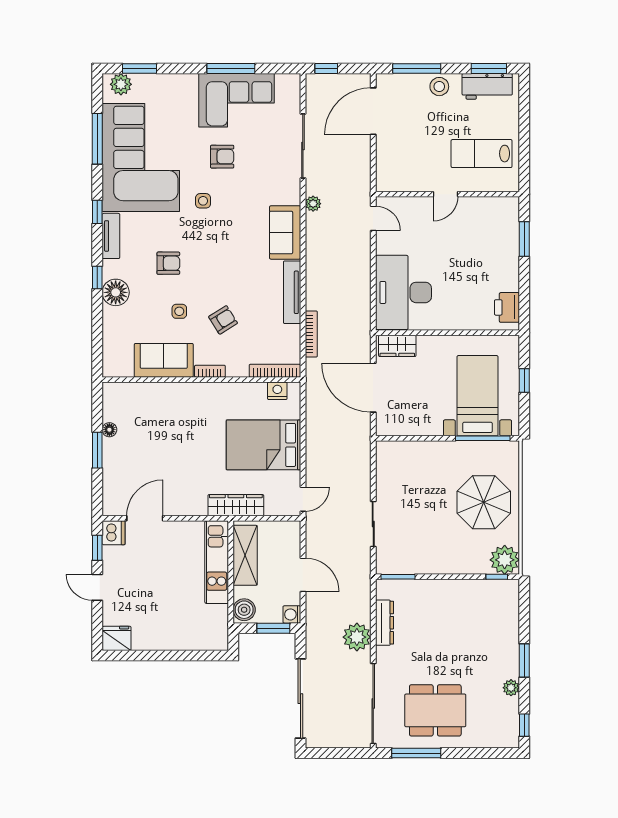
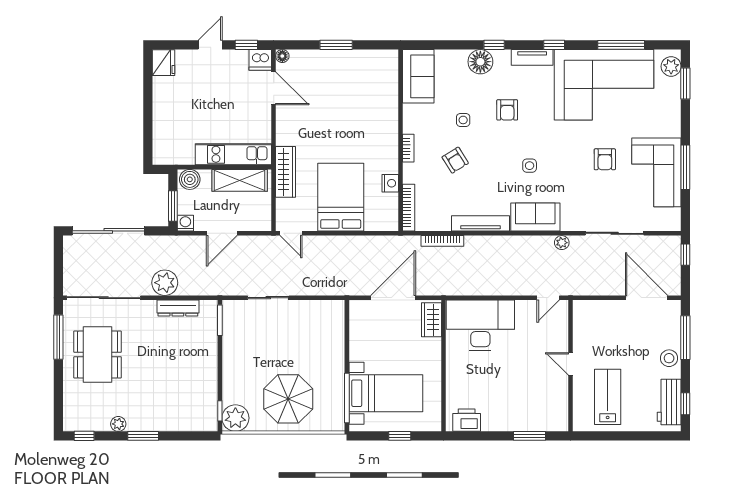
window: (489, 69) -> (685, 404), width x0.67
side table: (203, 201) -> (530, 166), moved
sofa: (164, 360) -> (418, 76), moved
nightstand: (277, 391) -> (390, 183), moved
floor lamp: (109, 430) -> (282, 56), moved

